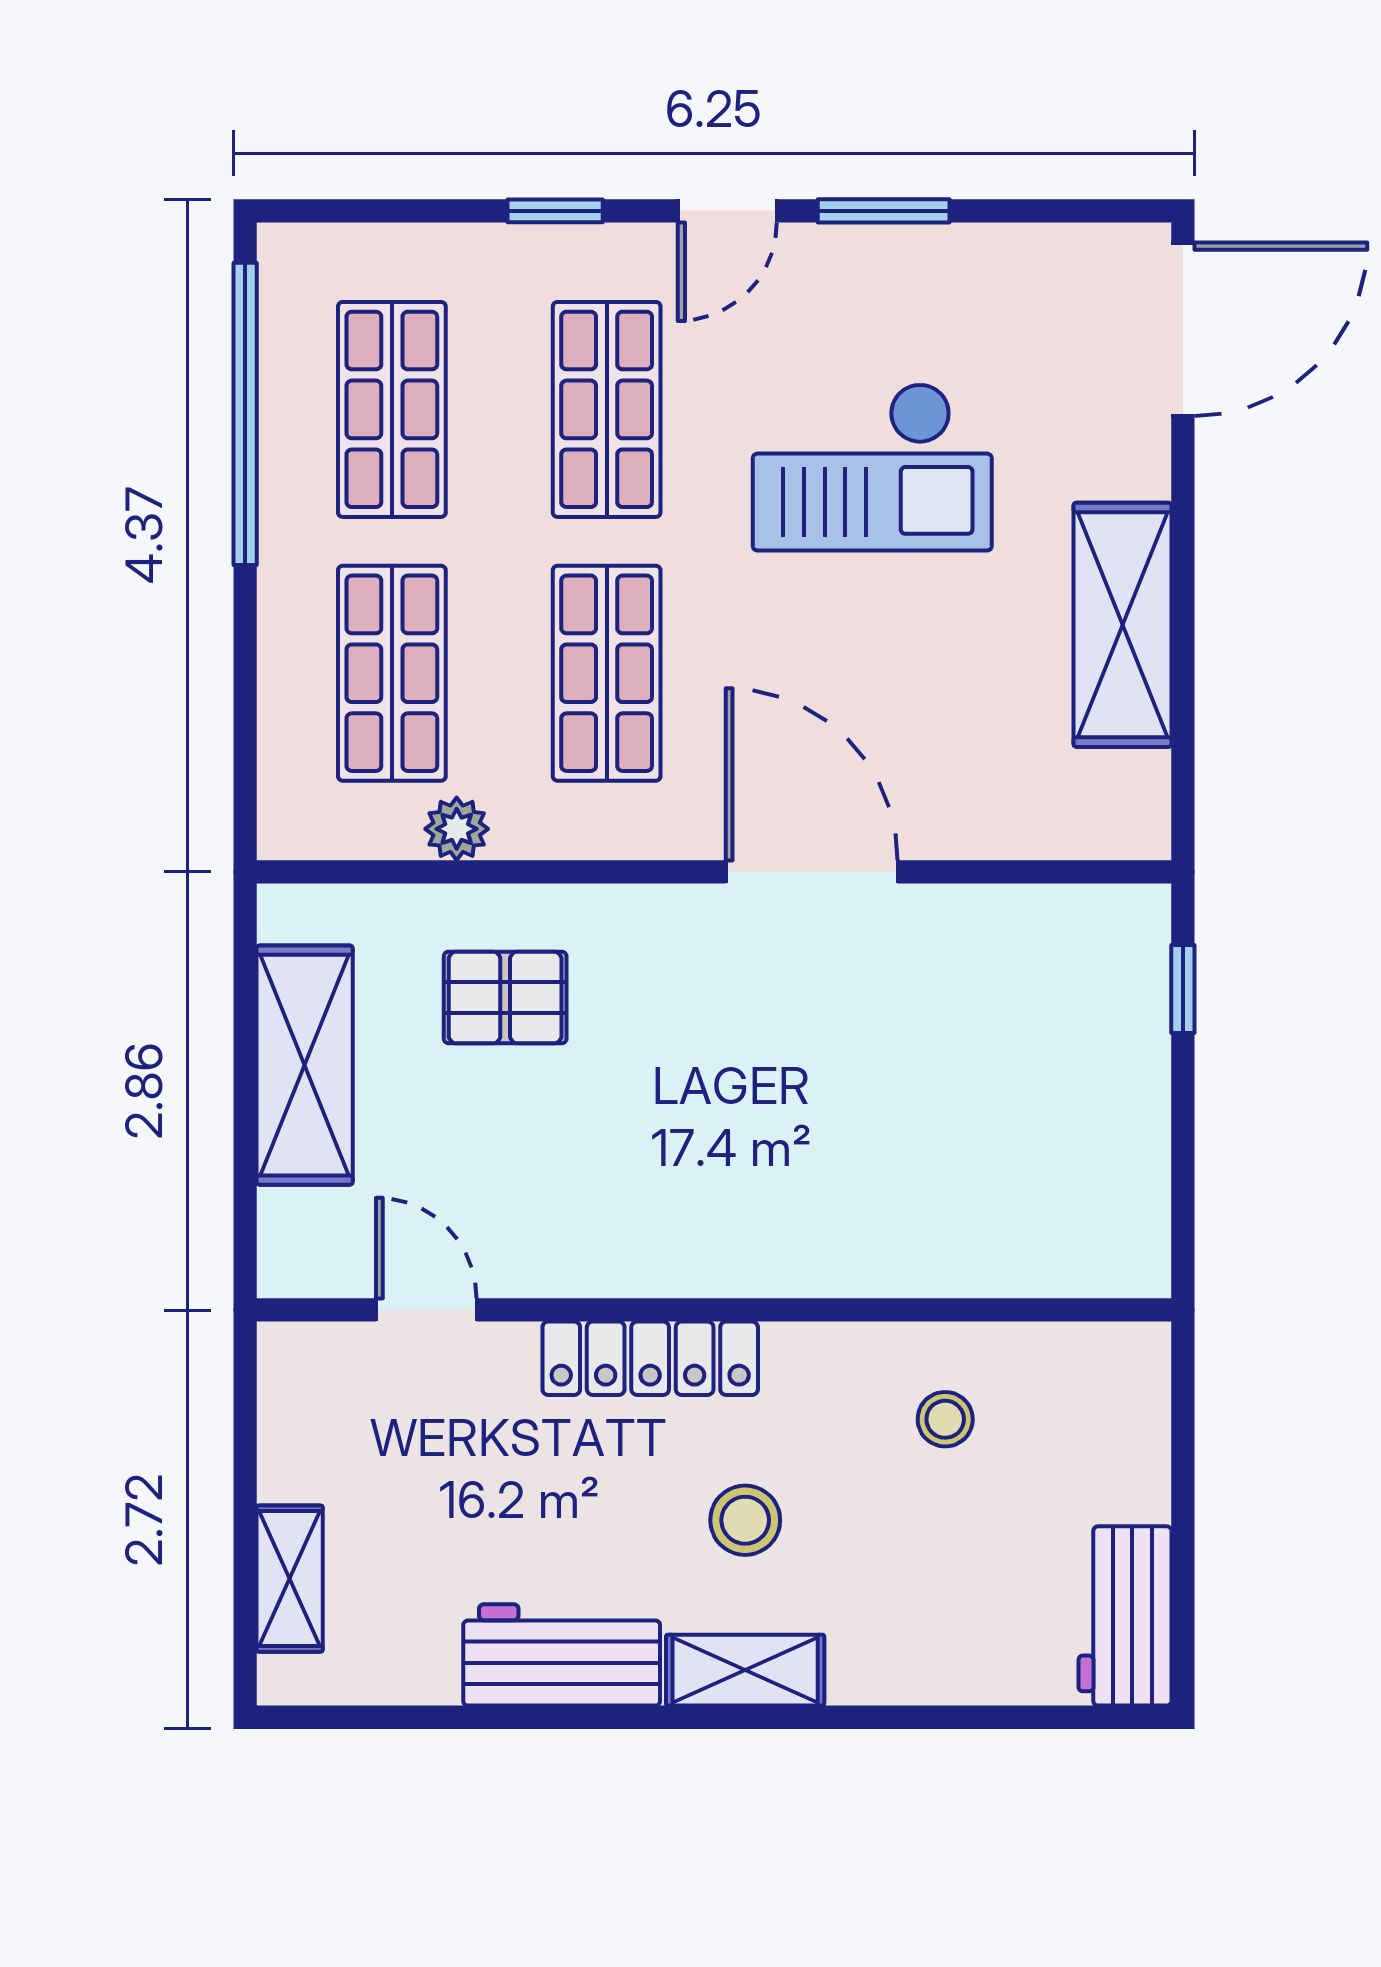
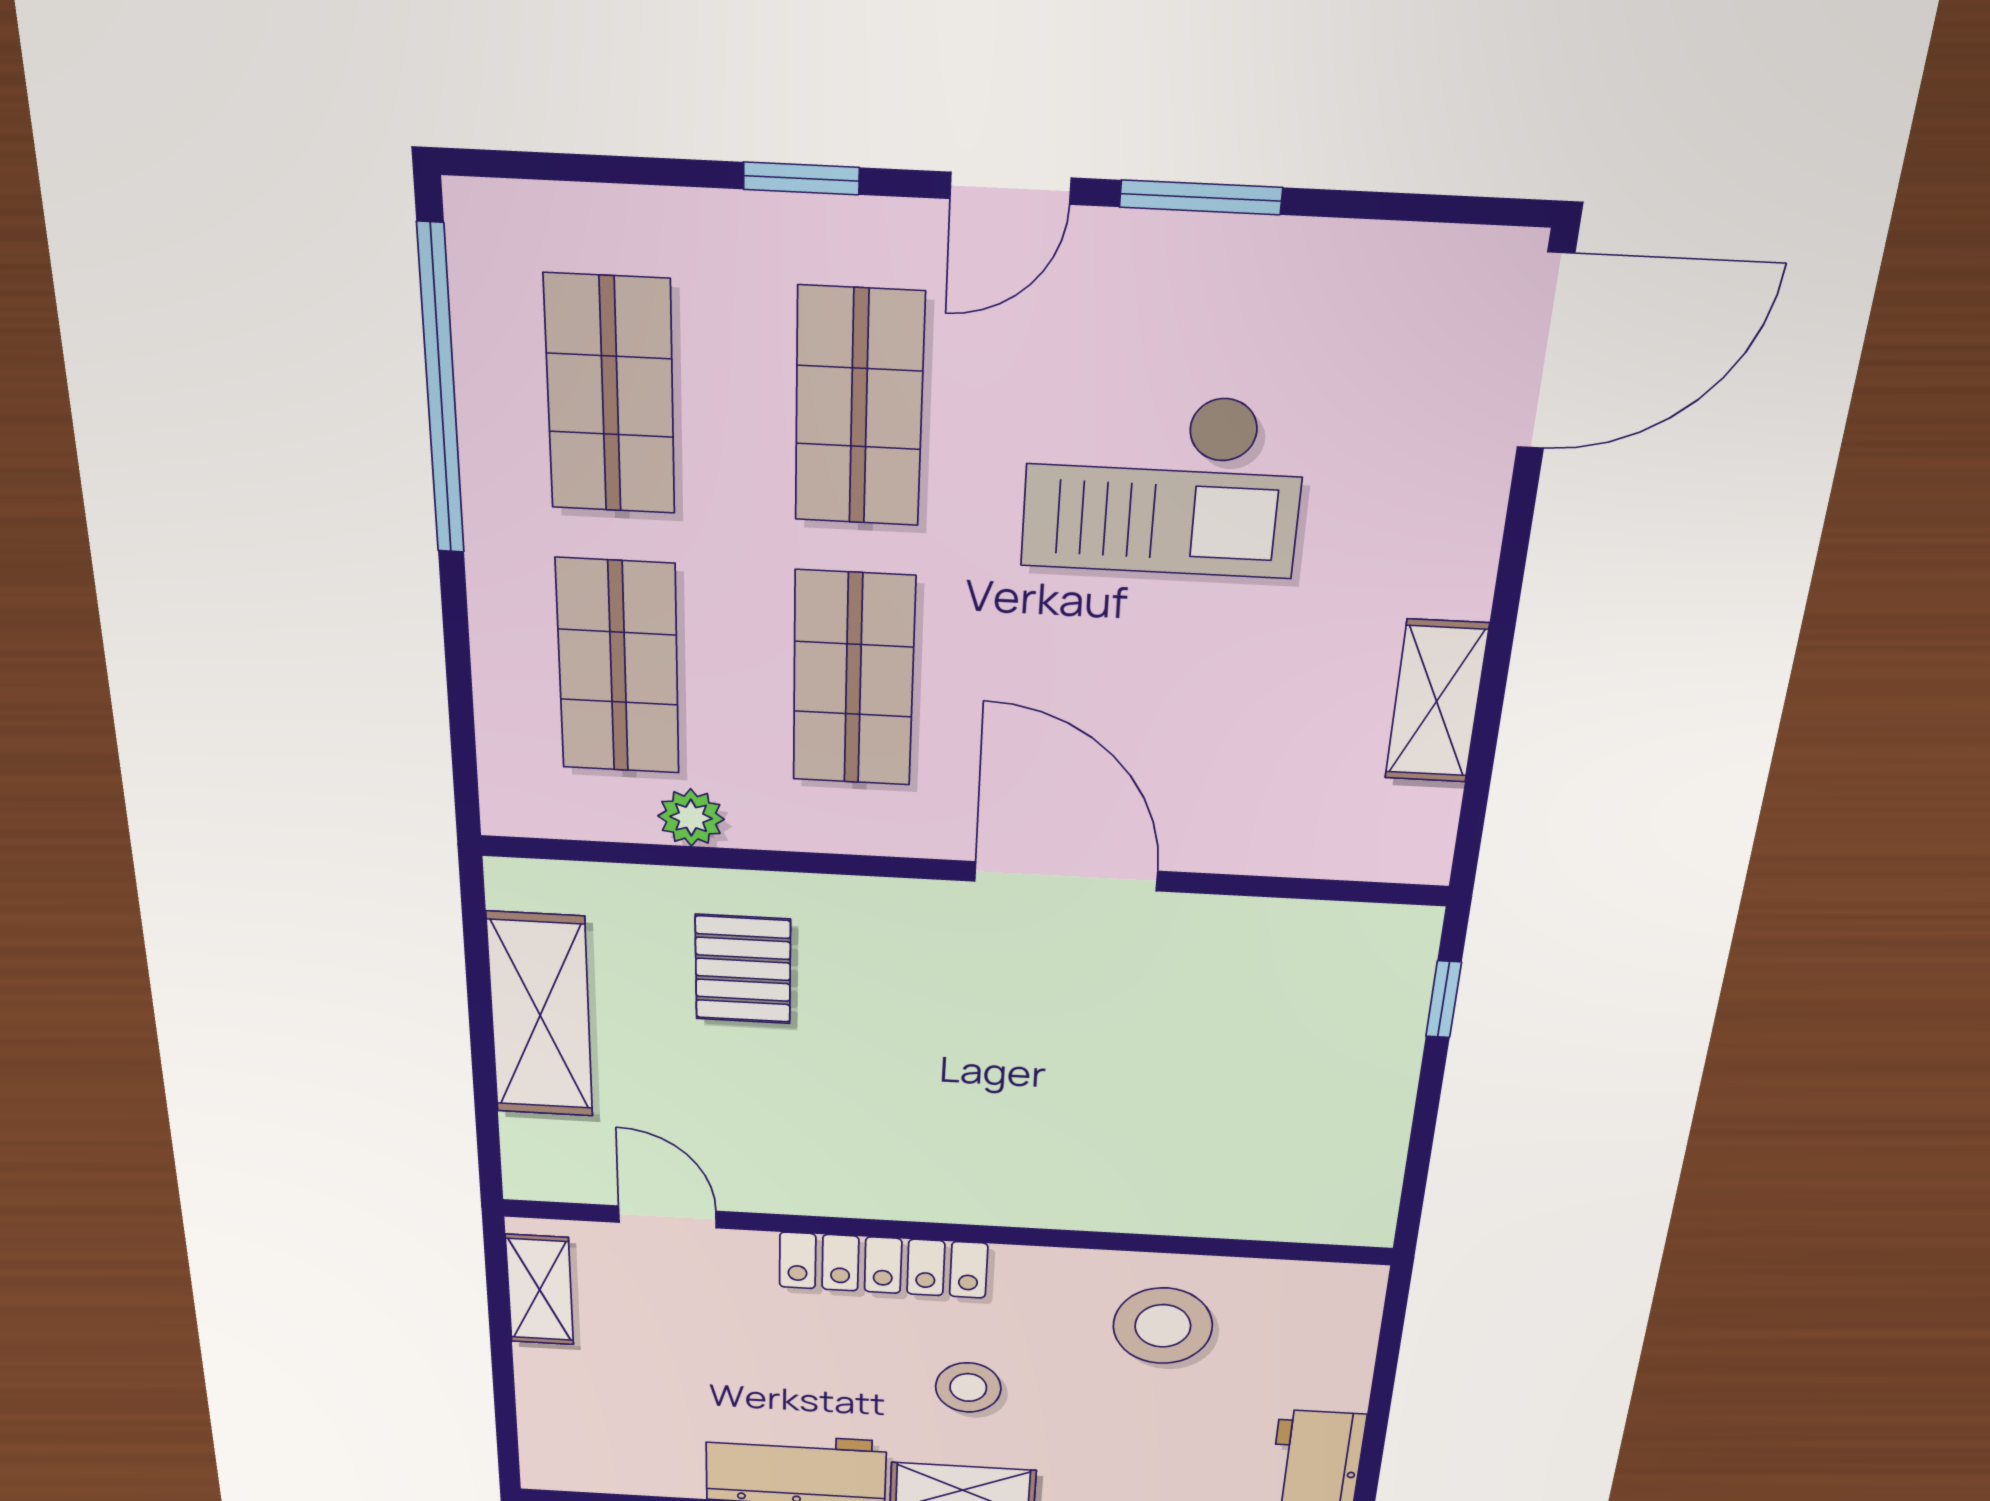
shelving: (1122, 625) -> (1437, 701), width x0.67, depth x0.75
pallet: (505, 997) -> (743, 969), turned 90
stool: (945, 1419) -> (1163, 1326), width x1.89, depth x1.89
shelving: (290, 1579) -> (540, 1290), moved

